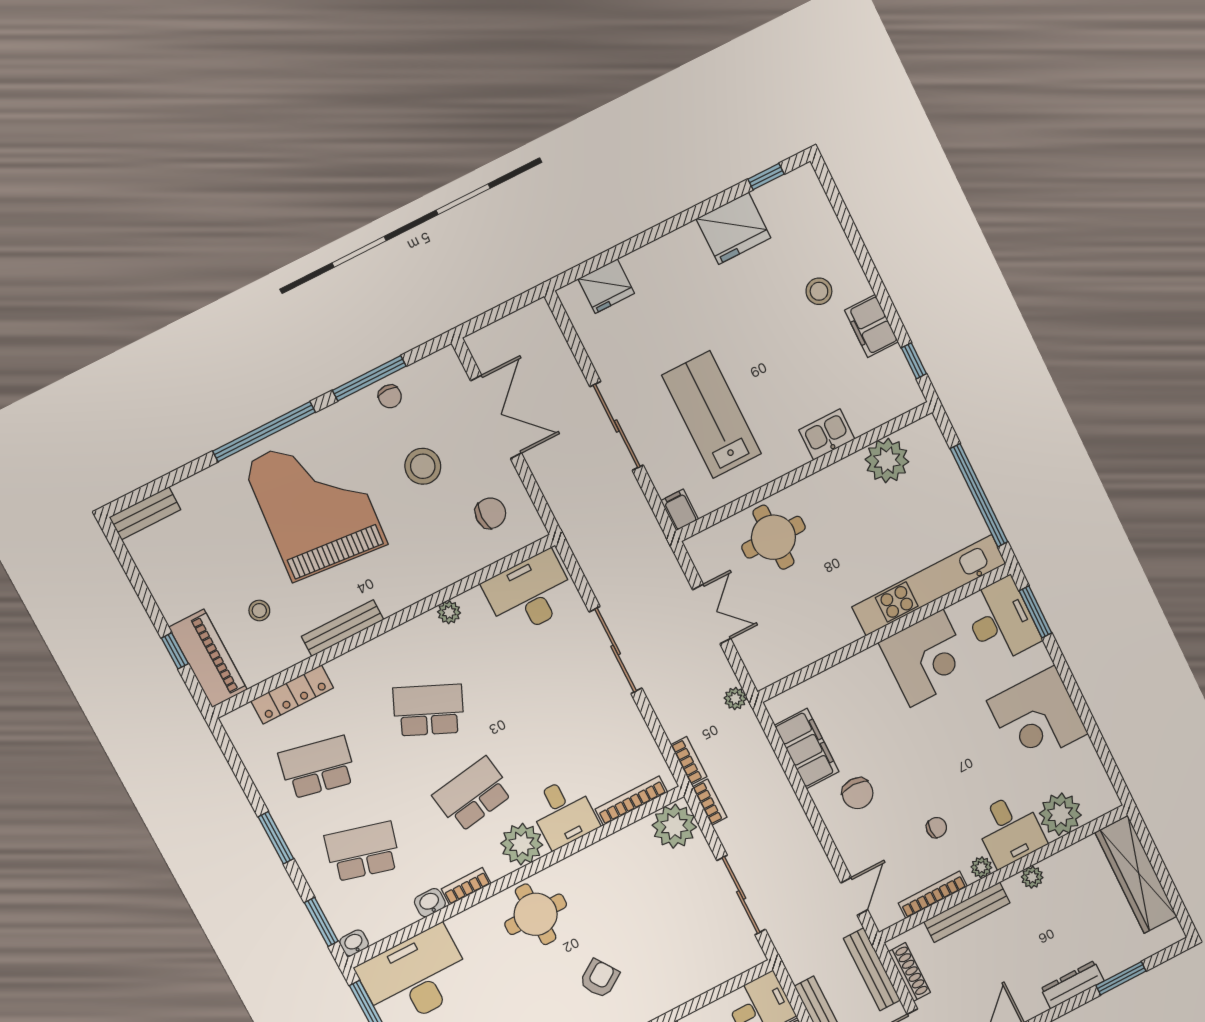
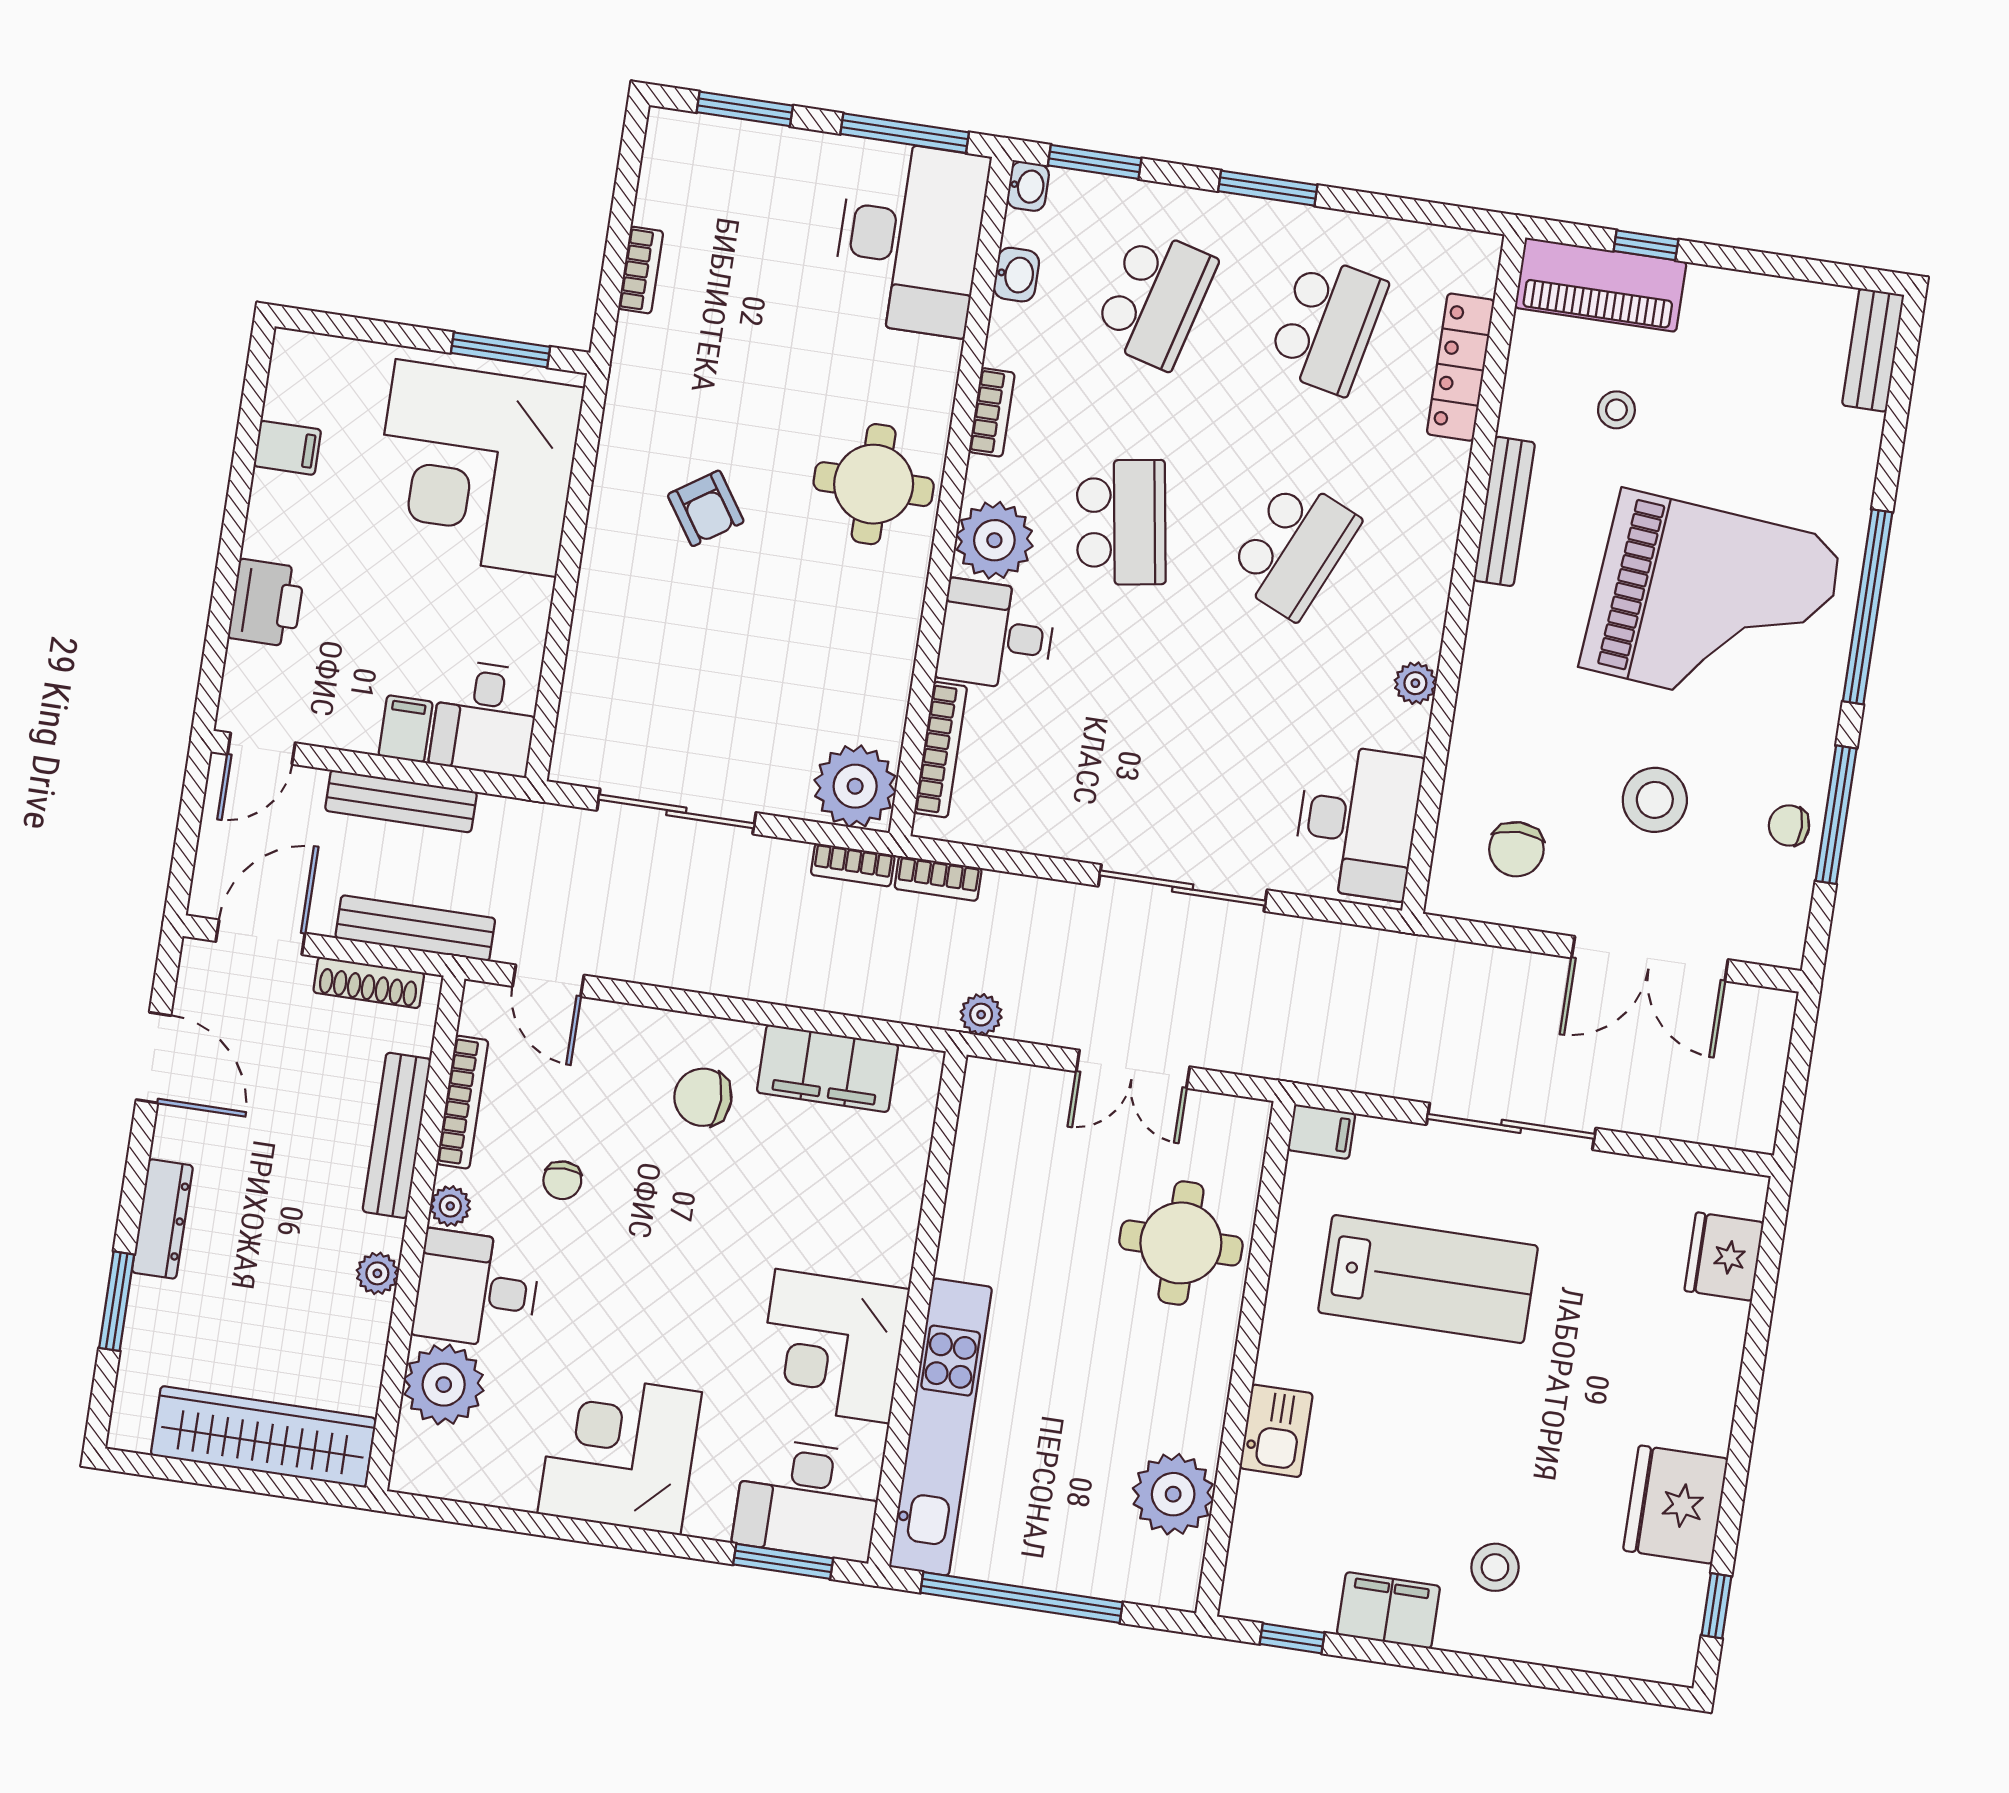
washbasin: (430, 903) -> (1016, 275), moved

